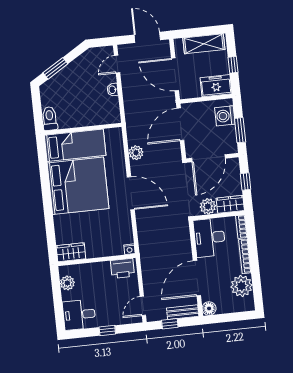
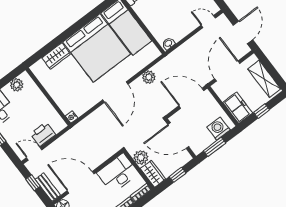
washbasin: (113, 90) -> (168, 44), moved
wardrobe: (71, 252) -> (56, 56), moved, turned 90
printer: (122, 268) -> (43, 134), moved, turned 90

